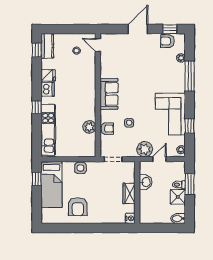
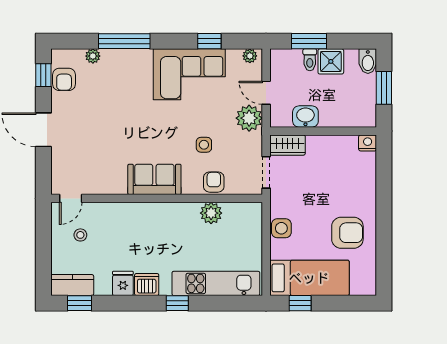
wardrobe: (129, 193) -> (287, 145), moved
window: (162, 228) -> (384, 88), added

